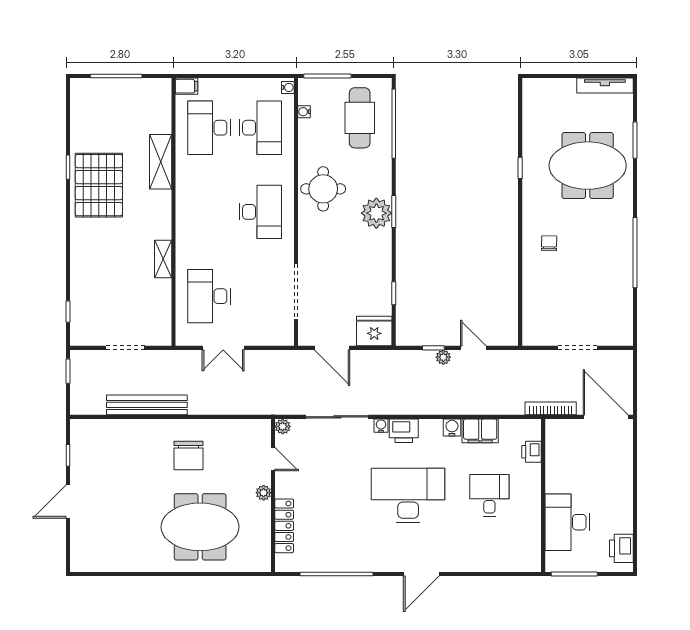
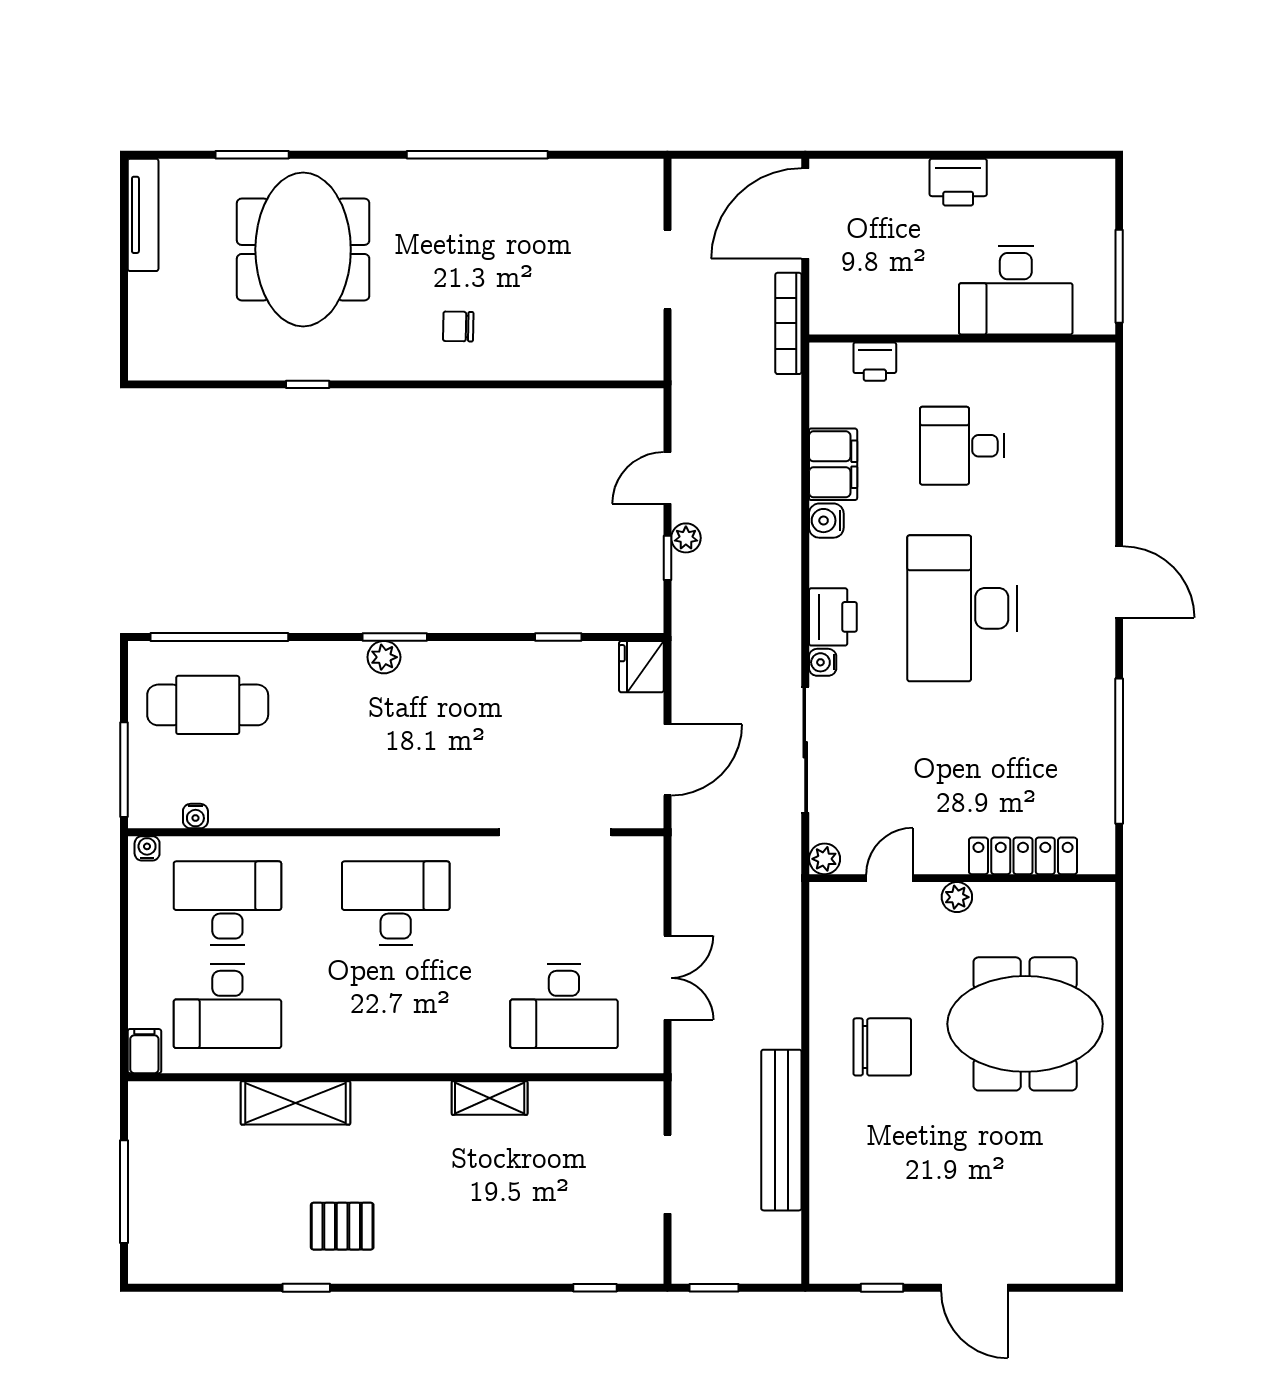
pallet: (99, 185) -> (342, 1226), width x0.49, depth x0.50
round table: (323, 189) -> (350, 778), removed
plant: (376, 213) -> (384, 657), width x0.53, depth x0.53
fridge: (374, 331) -> (641, 667), width x0.73, depth x0.75
meeting table: (200, 527) -> (1025, 1024), turned 90
printer: (621, 548) -> (958, 182), moved

